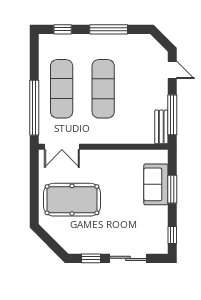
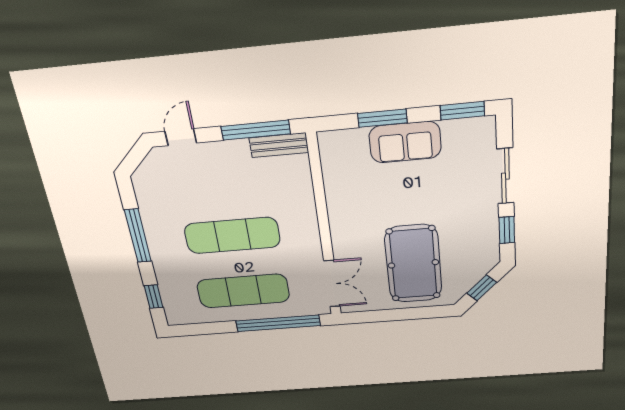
sofa: (156, 184) -> (405, 142), moved
window: (172, 235) -> (462, 111), width x1.50
window: (50, 242) -> (482, 288), added

